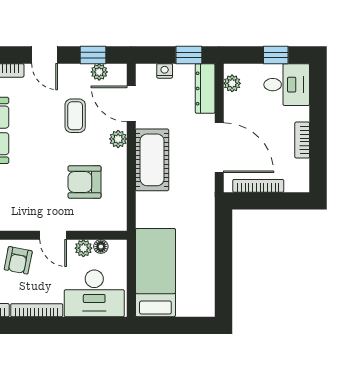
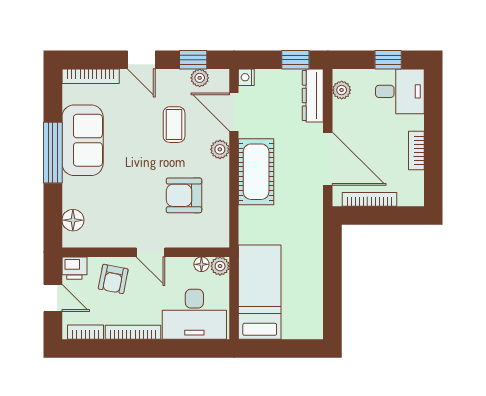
nightstand: (165, 71) -> (246, 77), moved, turned -90
plant: (83, 248) -> (220, 266), moved

